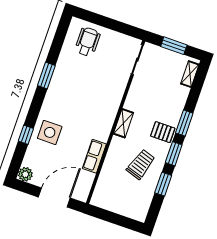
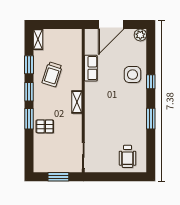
shelving: (190, 74) -> (38, 39), moved
pallet: (163, 132) -> (45, 126), moved
window: (26, 135) -> (151, 82), moved

